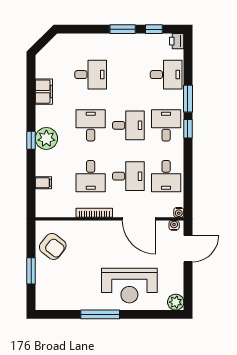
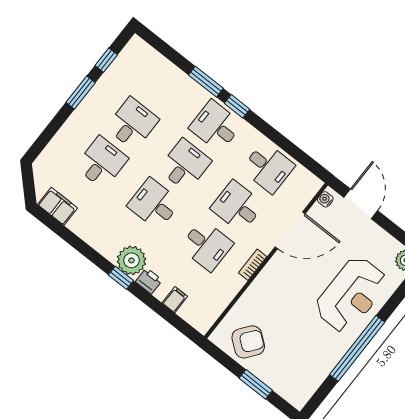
printer: (177, 41) -> (149, 281), moved, turned 180
desk: (166, 75) -> (132, 124), moved
filing cabinet: (44, 92) -> (58, 206), moved
desk: (128, 176) -> (237, 206), turned -90
water cooler: (179, 212) -> (316, 184), removed
bookcase: (94, 213) -> (253, 265), width x0.64
window: (100, 314) -> (357, 348), width x1.46

